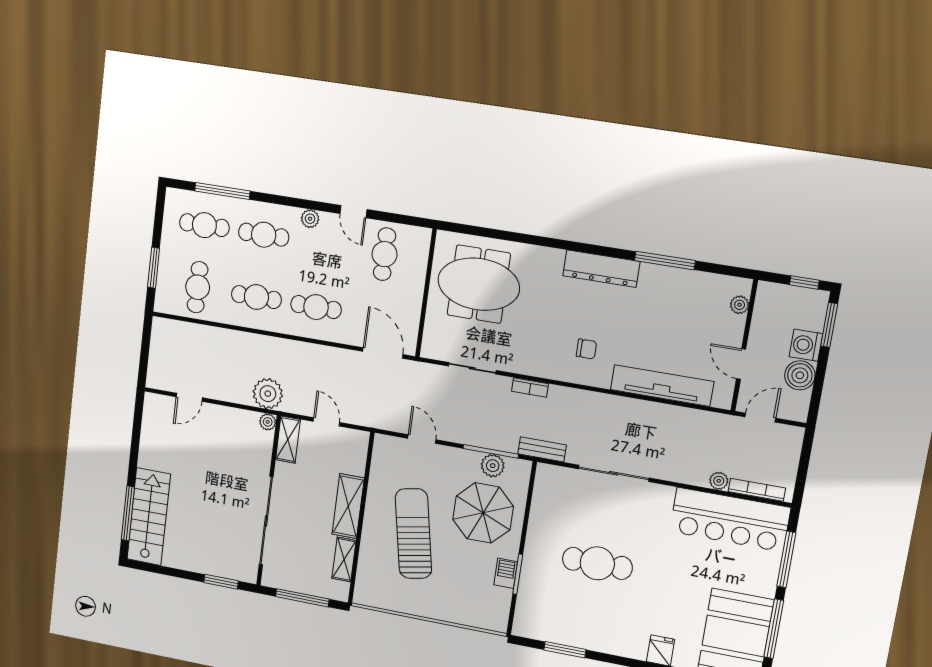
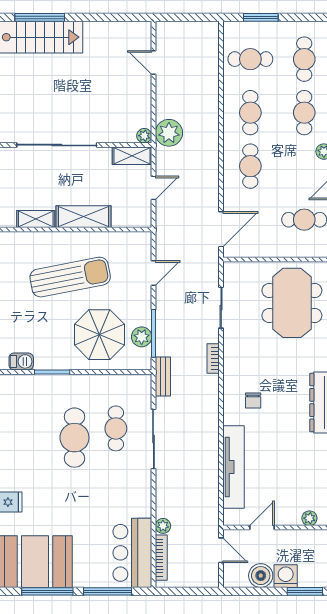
cafe table: (594, 514) -> (116, 428), added
bar counter: (730, 520) -> (132, 553), width x0.73
barbecue: (506, 573) -> (21, 361), moved

